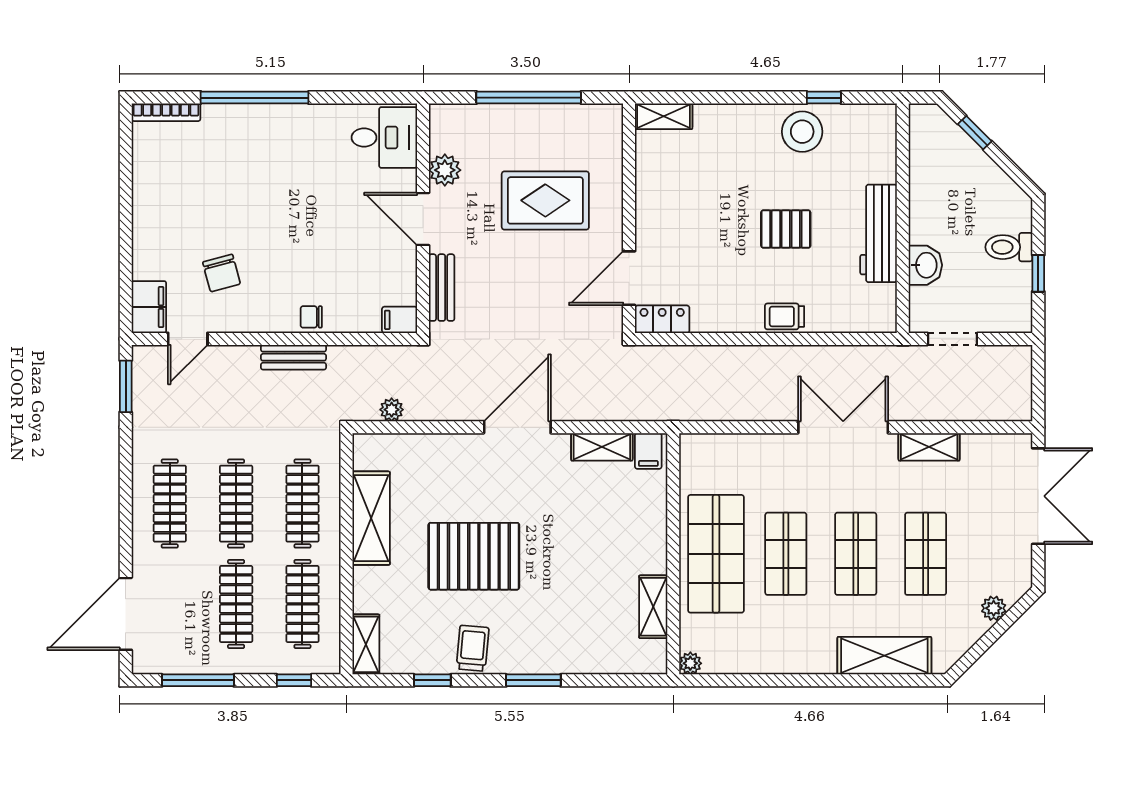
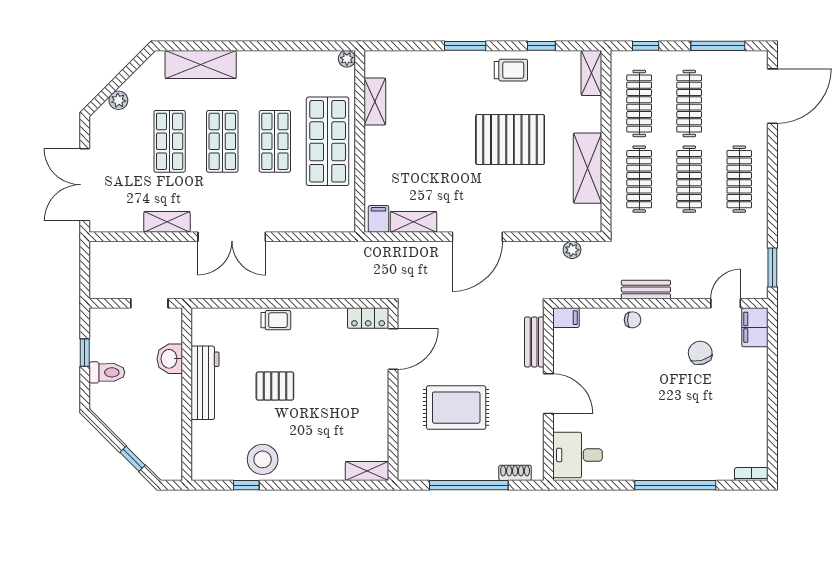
bookcase: (166, 112) -> (751, 474), width x0.64
shoe rack: (467, 114) -> (515, 473), added
plant: (445, 170) -> (532, 431), removed
trolley: (473, 648) -> (511, 70), turned -95

